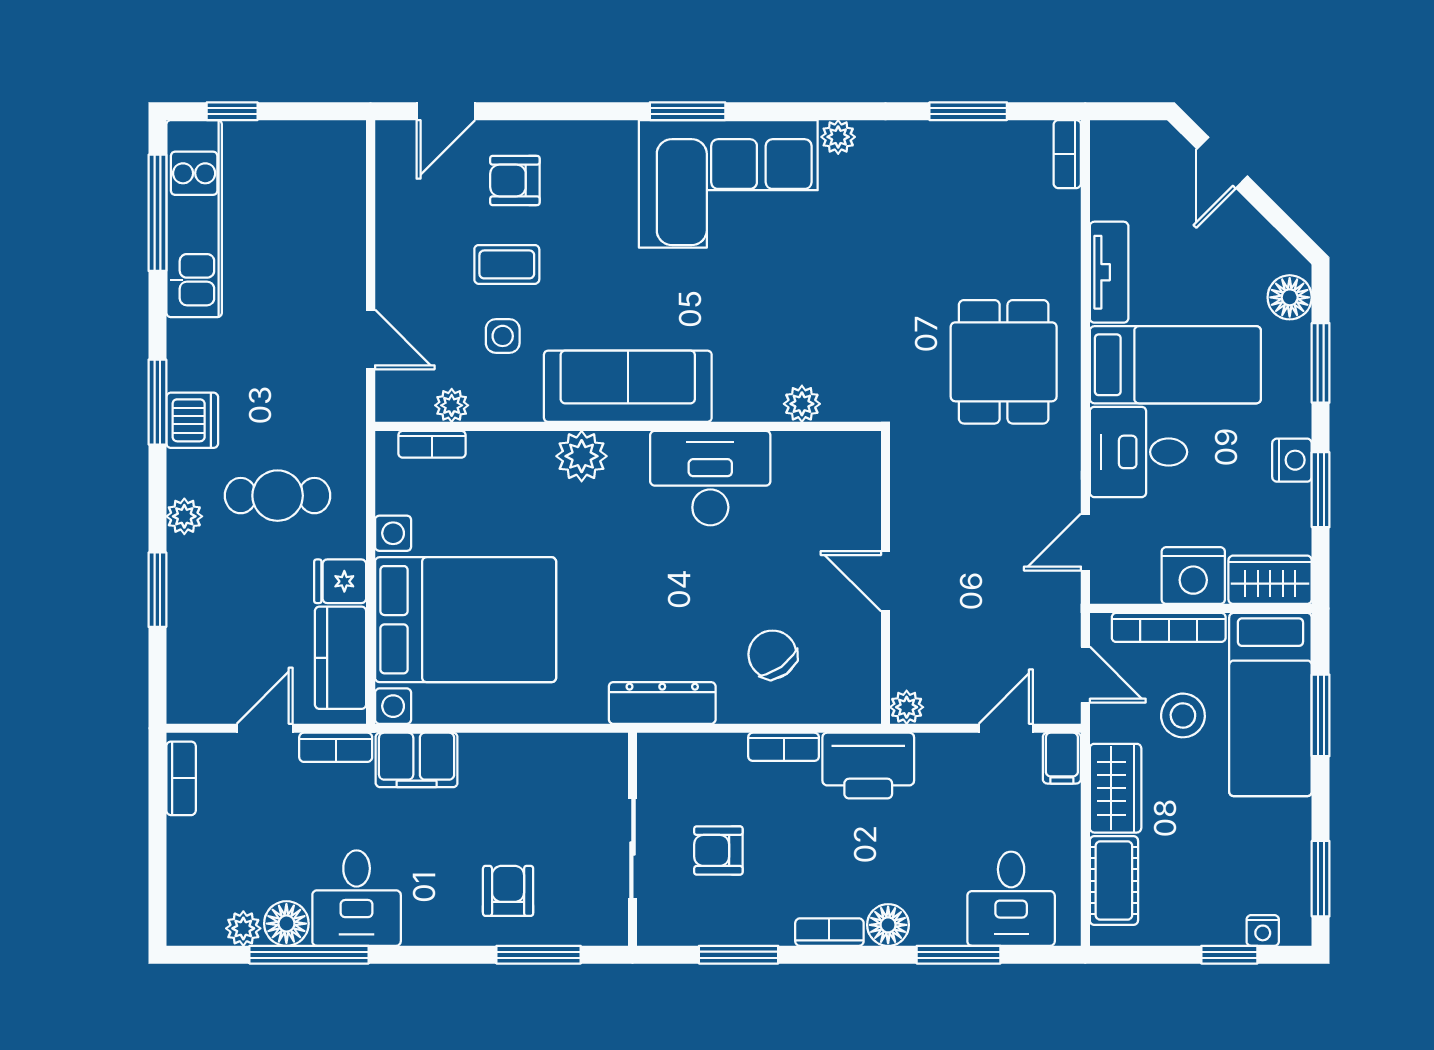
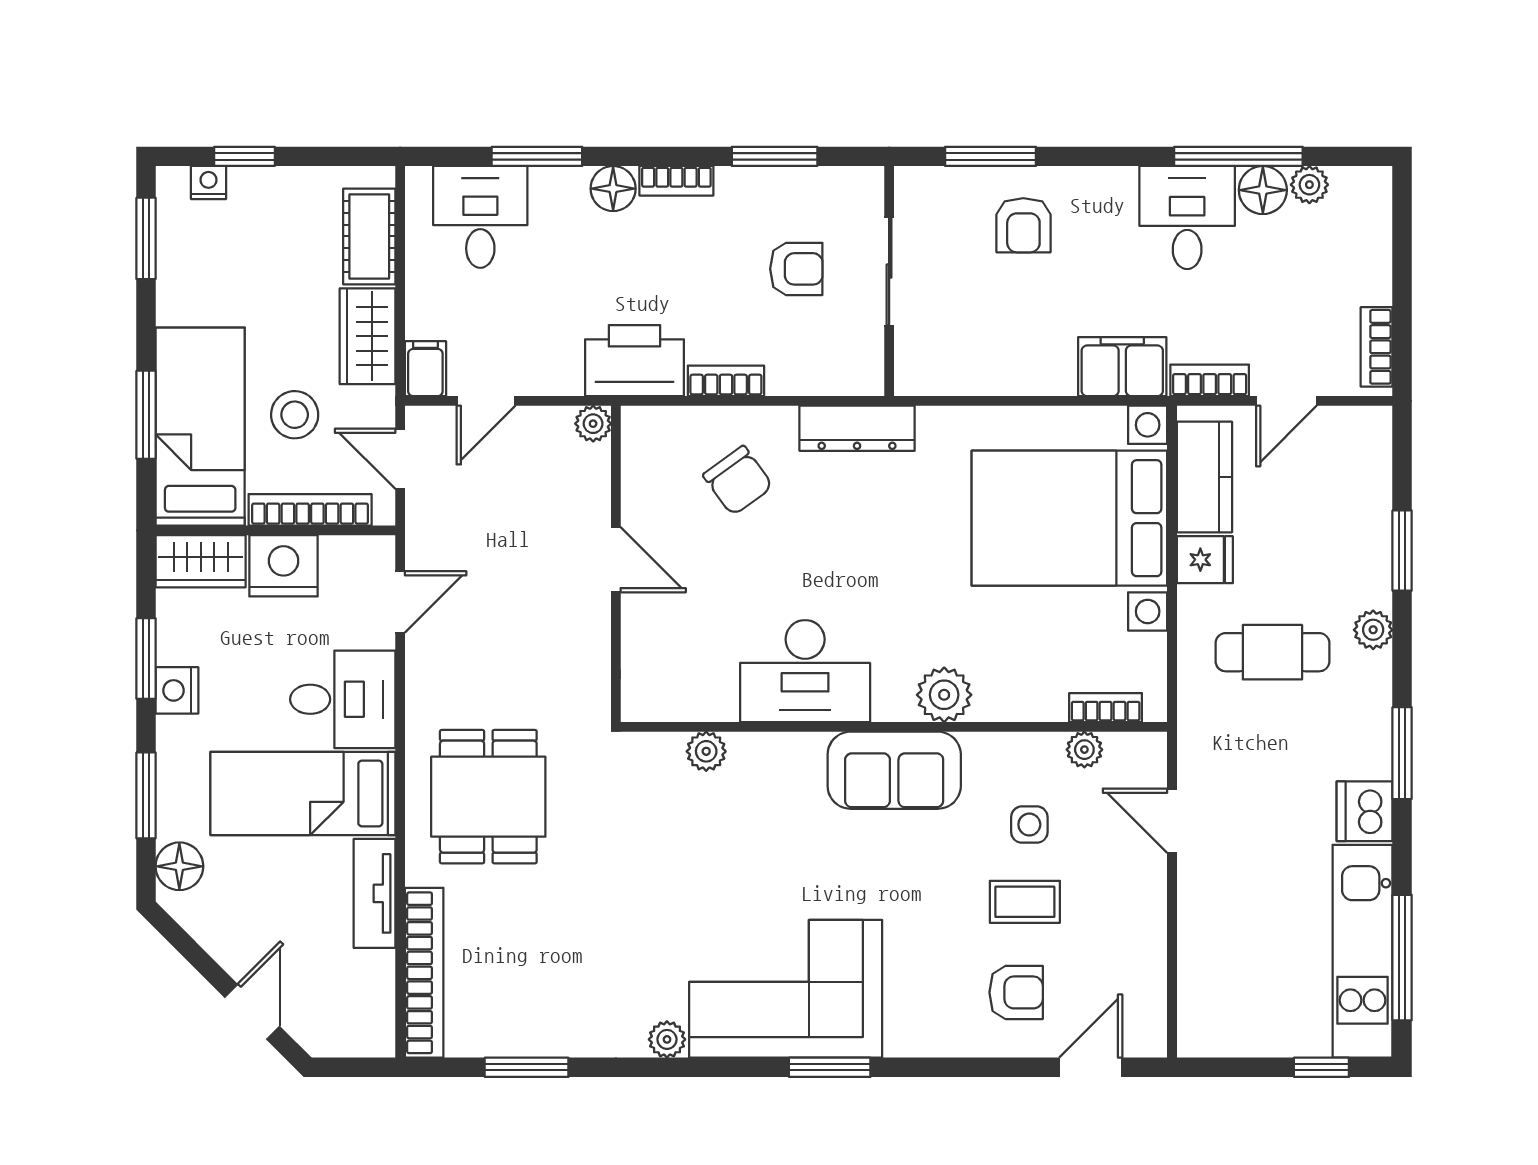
bookcase: (1067, 154) -> (424, 973), width x2.31, depth x1.31
sofa: (628, 386) -> (894, 770), width x0.73
dishwasher: (192, 420) -> (1365, 811), moved

